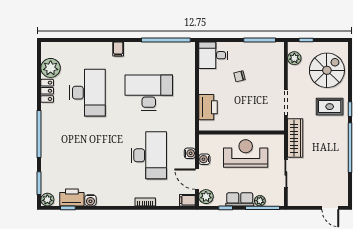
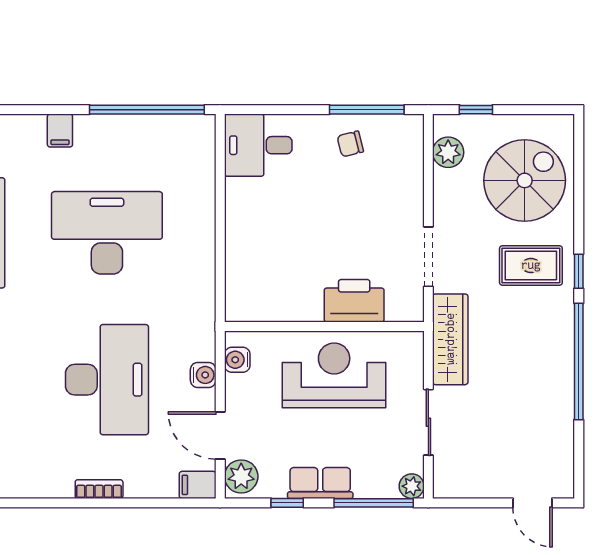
filing cabinet: (118, 49) -> (60, 131), moved
chair: (239, 76) -> (350, 144), moved
printer: (208, 107) -> (354, 301), moved, turned -90
water cooler: (204, 159) -> (237, 360), moved
plant: (260, 201) -> (412, 486), moved

